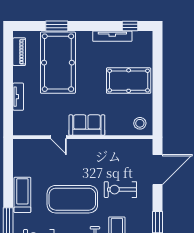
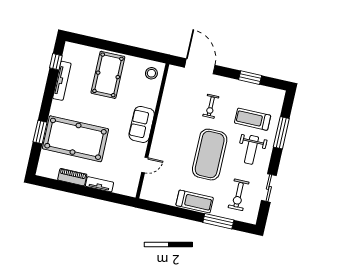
piano: (19, 52) -> (72, 177), moved
door: (59, 137) -> (145, 165), moved
exercise bike: (120, 190) -> (211, 106), width x0.73, depth x0.72
treadmill: (22, 195) -> (195, 201), turned 180

